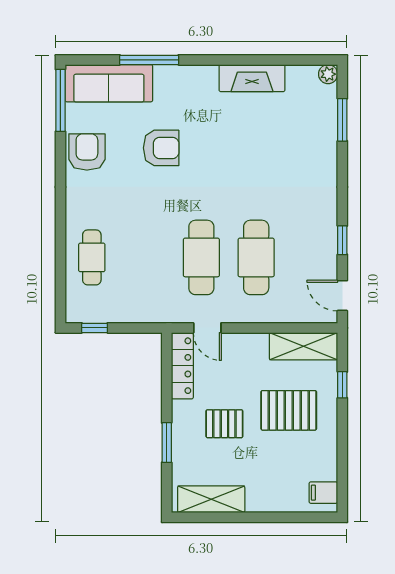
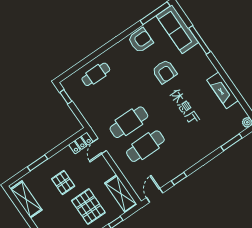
locker: (182, 366) -> (81, 143), width x0.66

